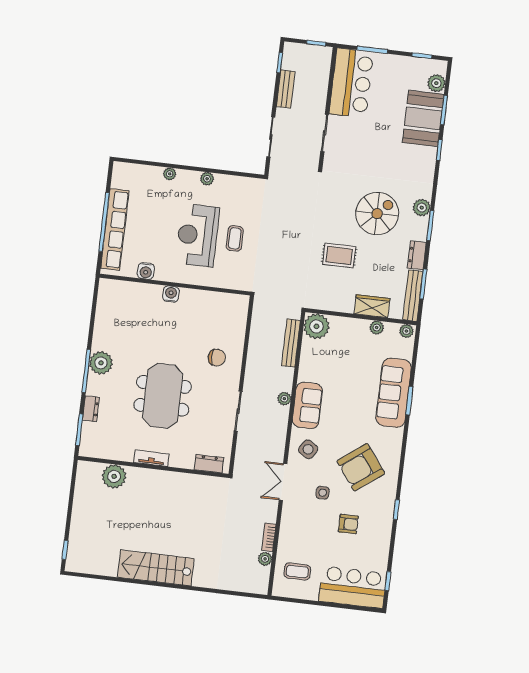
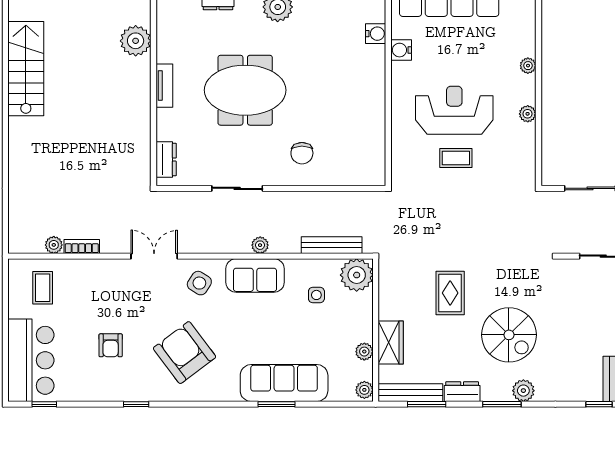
water cooler: (171, 294) -> (376, 34), moved
side table: (323, 493) -> (316, 295), moved
stairs: (156, 568) -> (26, 69), moved

